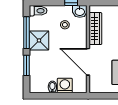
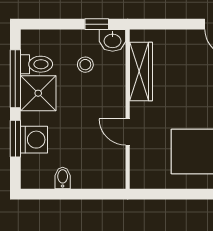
toilet: (38, 11) -> (36, 64), moved
door: (88, 62) -> (128, 132), width x0.53
washing machine: (65, 86) -> (34, 140), moved, turned 90

